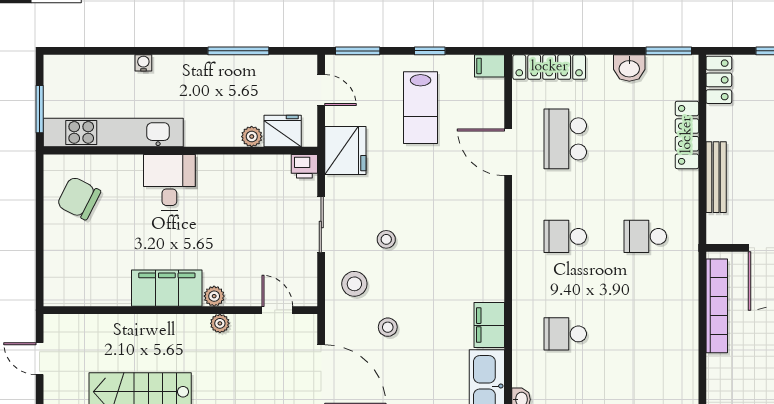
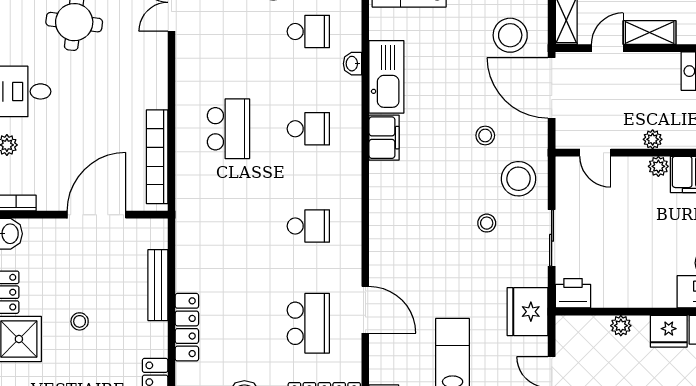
fridge: (283, 131) -> (669, 331), moved
printer: (304, 166) -> (573, 293), width x1.36, depth x1.24
school desk: (645, 236) -> (228, 129), moved, width x1.85
stool: (354, 284) -> (518, 179), width x1.38, depth x1.38

